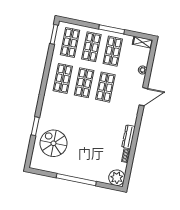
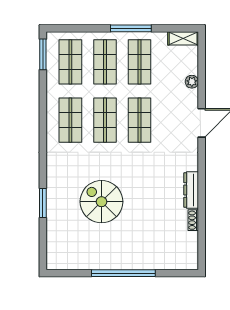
spiral stairs: (53, 143) -> (101, 202), moved
plant: (117, 178) -> (186, 257), removed

